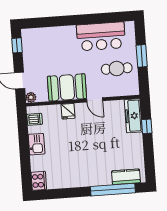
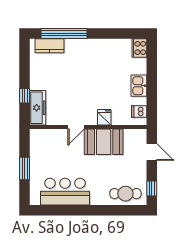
cafe table: (117, 69) -> (125, 194), moved
plant: (31, 97) -> (141, 134), removed
door: (95, 100) -> (76, 127), swing flipped

